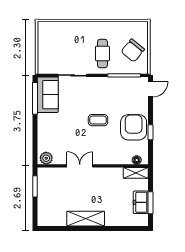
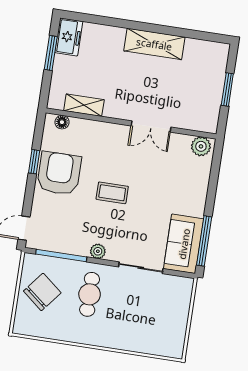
plant: (101, 82) -> (98, 251), added
armchair: (134, 127) -> (59, 173), turned 180
shelving: (136, 173) -> (84, 105), moved
window: (35, 186) -> (227, 89), moved
freezer: (141, 202) -> (69, 37), moved

